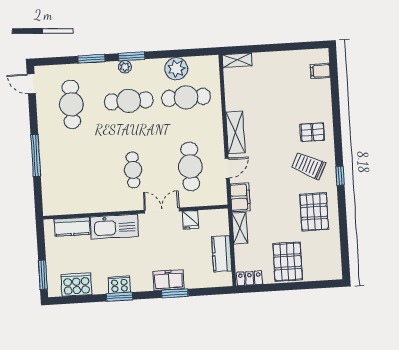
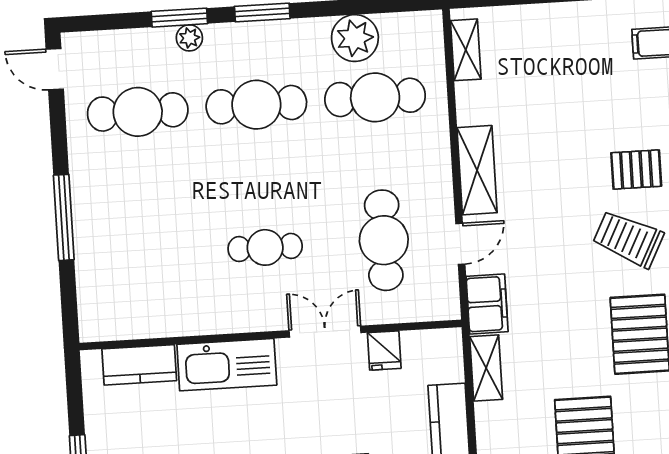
shelving: (237, 60) -> (466, 50), moved, turned 90
plant: (125, 67) -> (189, 38), moved
cafe table: (71, 104) -> (138, 112), turned 90
cafe table: (133, 170) -> (265, 247), turned 90

